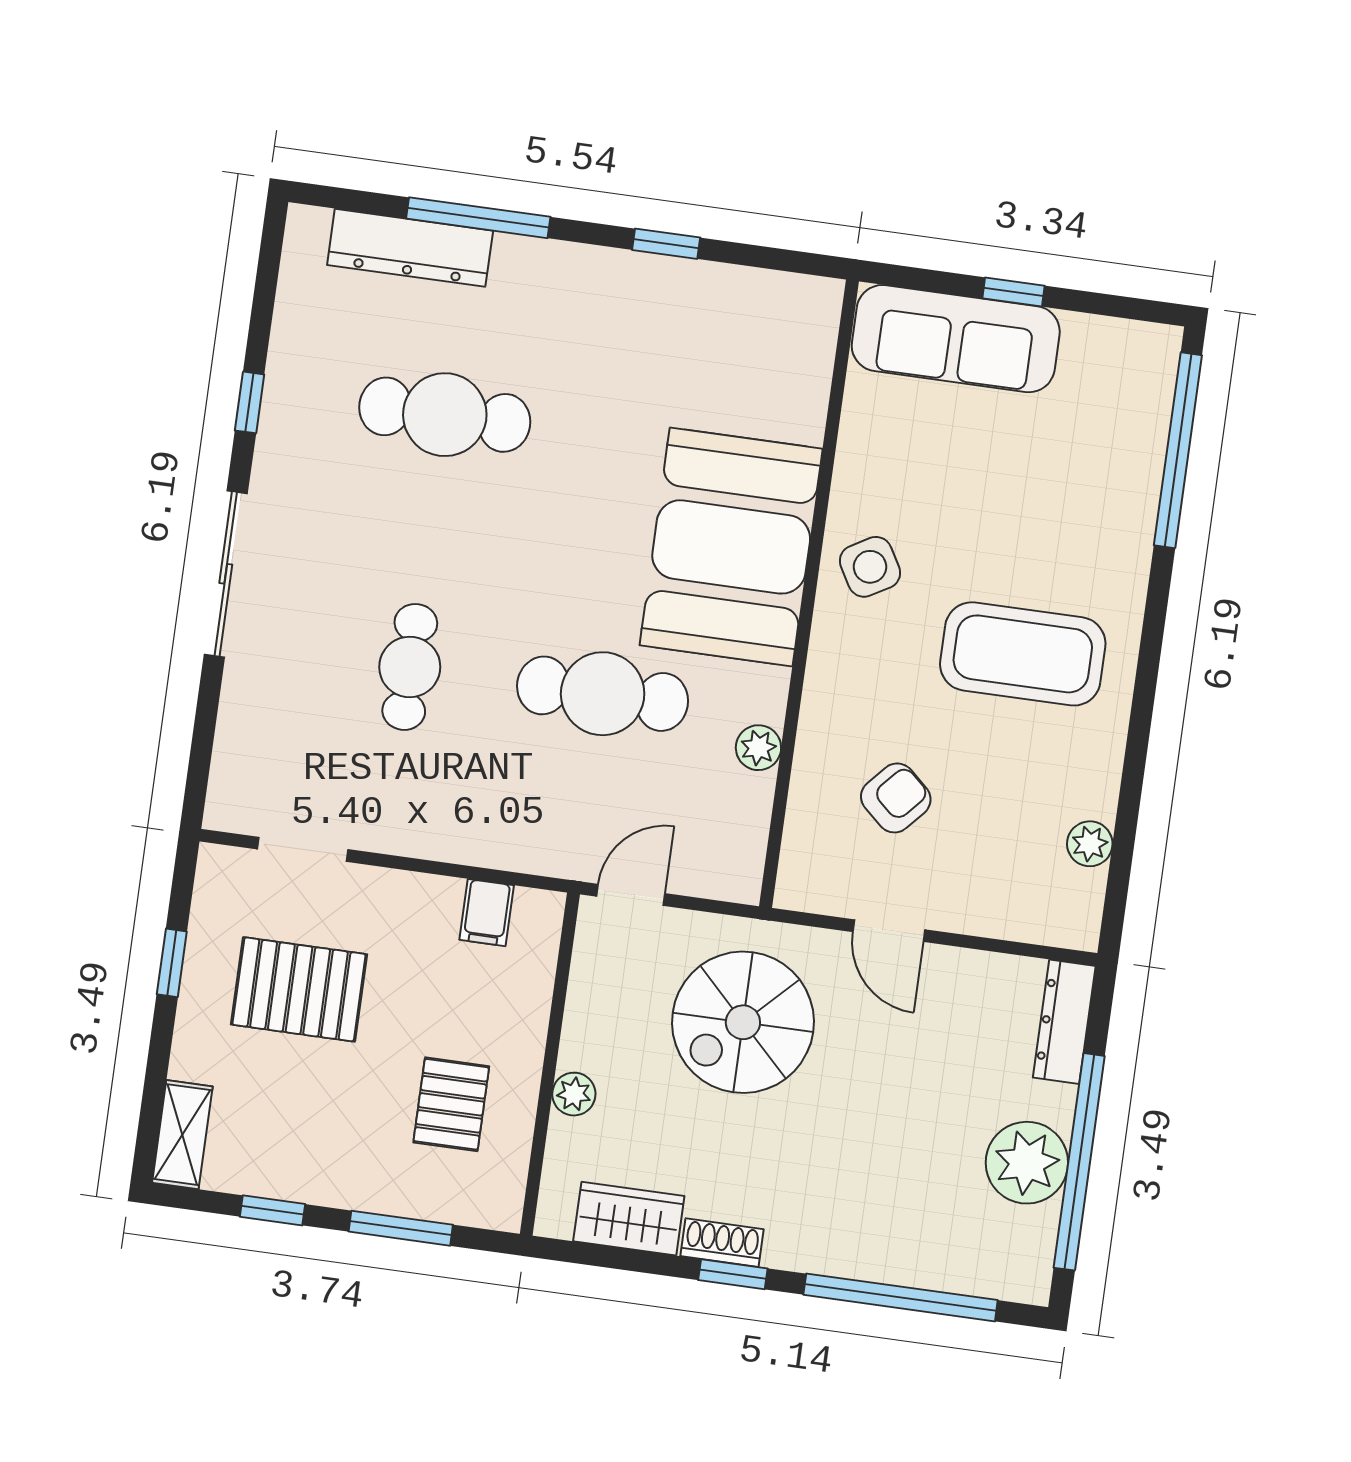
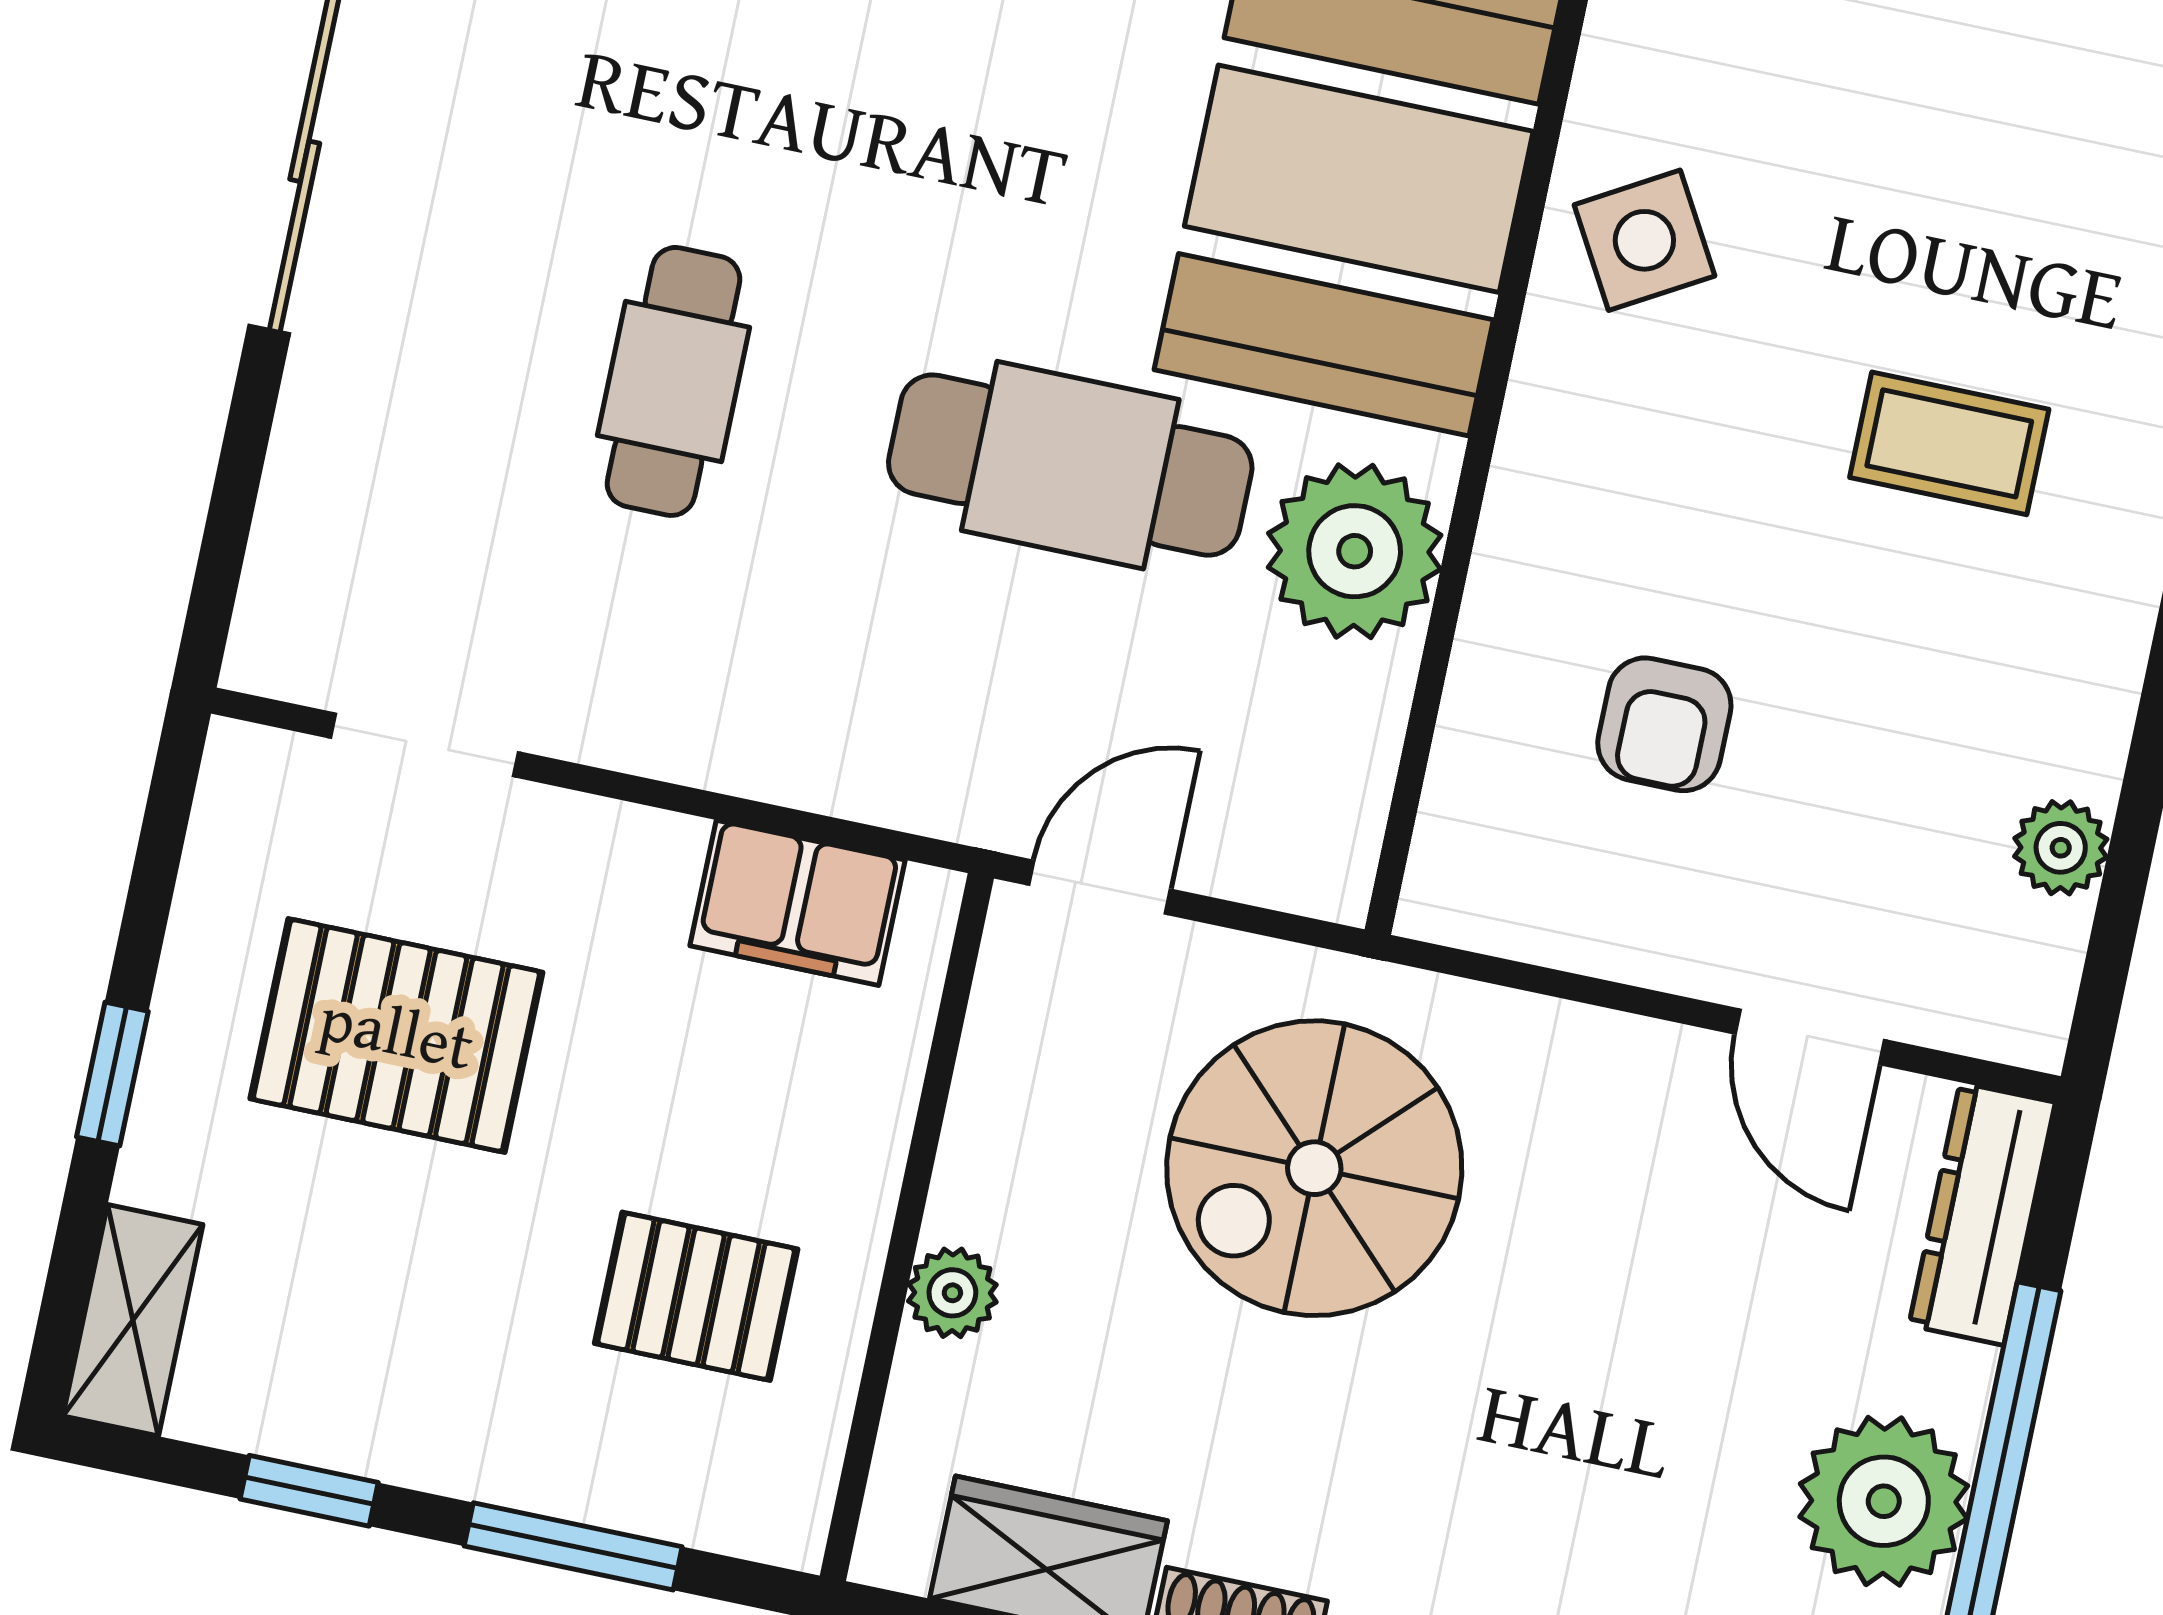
coffee table: (1023, 654) -> (1949, 443), width x0.54, depth x0.58
plant: (758, 748) -> (1355, 551), width x1.88, depth x1.88
armchair: (896, 798) -> (1664, 724), turned 138
filing cabinet: (487, 913) -> (797, 903), width x2.00
door: (889, 931) -> (1810, 1037), moved
window: (172, 963) -> (112, 1074), moved
pallet: (451, 1104) -> (696, 1296), turned 90

